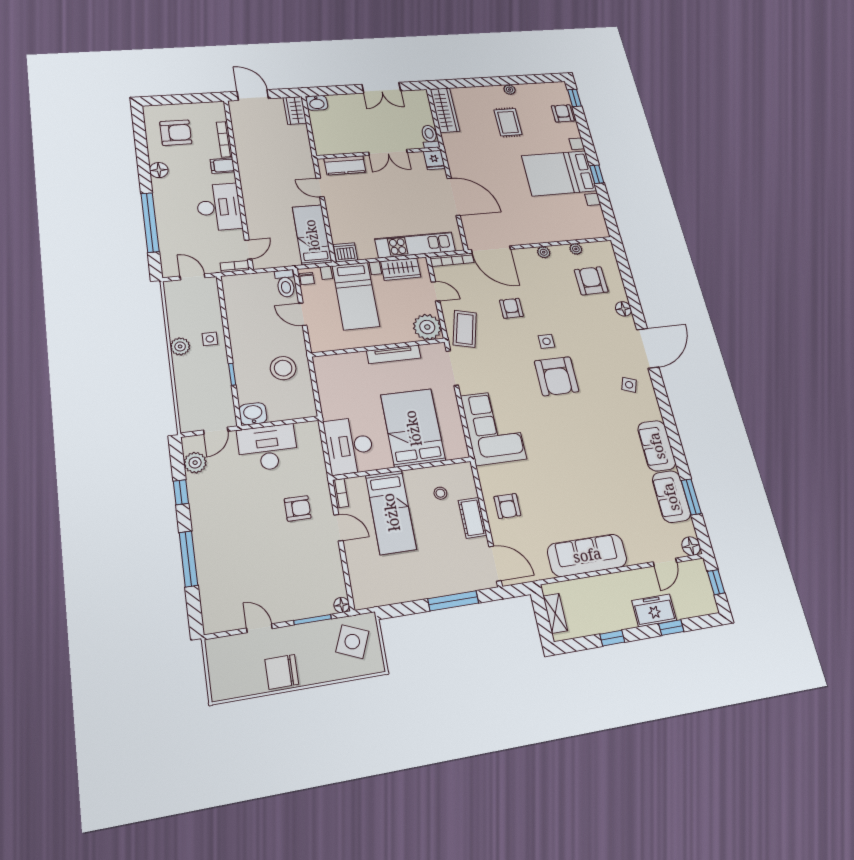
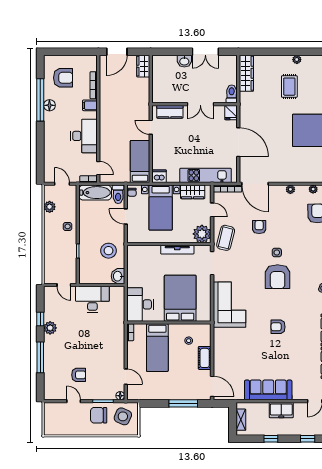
door: (253, 95) -> (117, 52), swing flipped
washbasin: (317, 103) -> (184, 61), moved
window: (150, 222) -> (40, 100), moved
door: (248, 249) -> (98, 168), hinge flipped
bathtub: (248, 285) -> (95, 193), added
plant: (180, 346) -> (50, 207), moved
washbasin: (253, 414) -> (118, 276), moved, turned -90
door: (216, 431) -> (64, 285), hinge flipped
plant: (195, 463) -> (50, 328), moved
armchair: (507, 506) -> (278, 327), moved, turned 90
armchair: (298, 508) -> (79, 375), moved
door: (338, 528) -> (126, 377), moved
freezer: (654, 610) -> (281, 410), moved, turned 180
chair: (282, 672) -> (99, 415), moved

